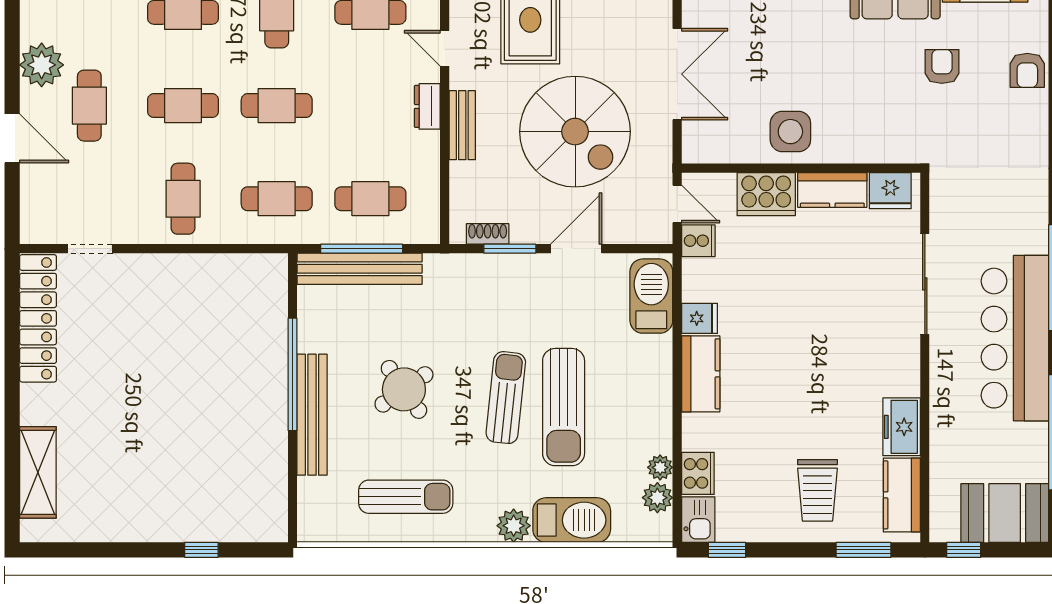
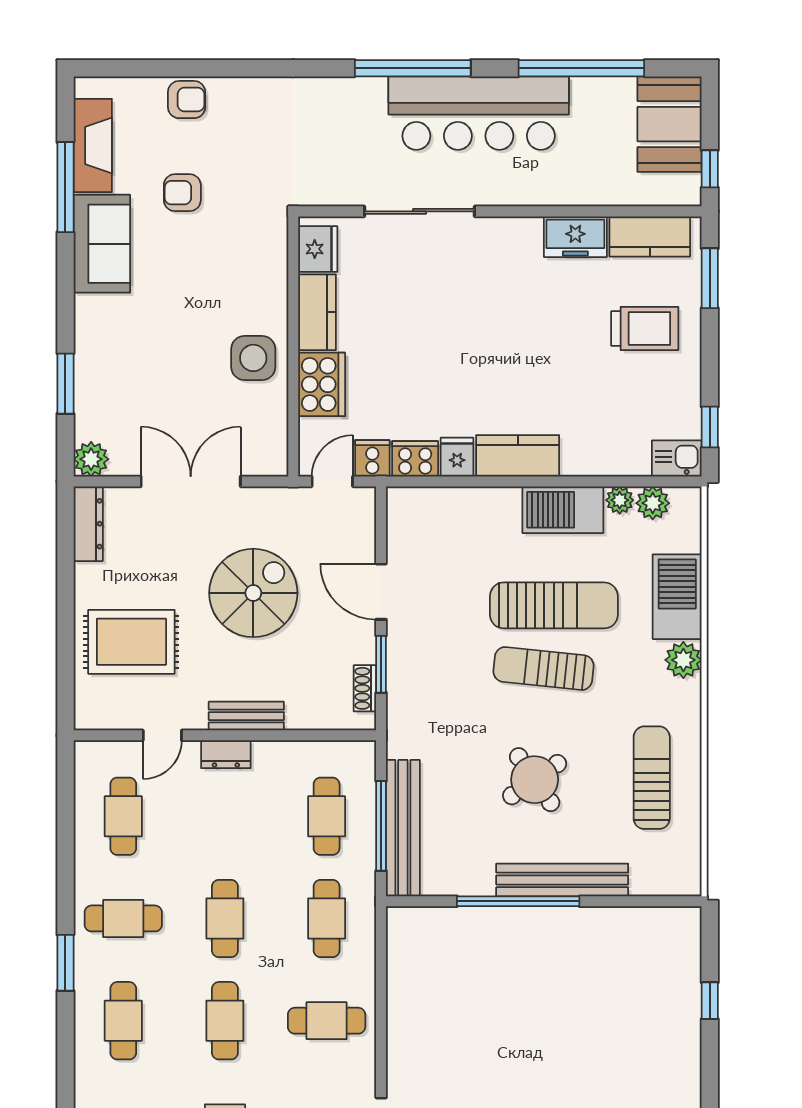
spiral stairs: (575, 132) -> (253, 593), width x0.73, depth x0.73
barbecue: (651, 296) -> (563, 510), moved
cooker: (698, 473) -> (415, 459), moved

